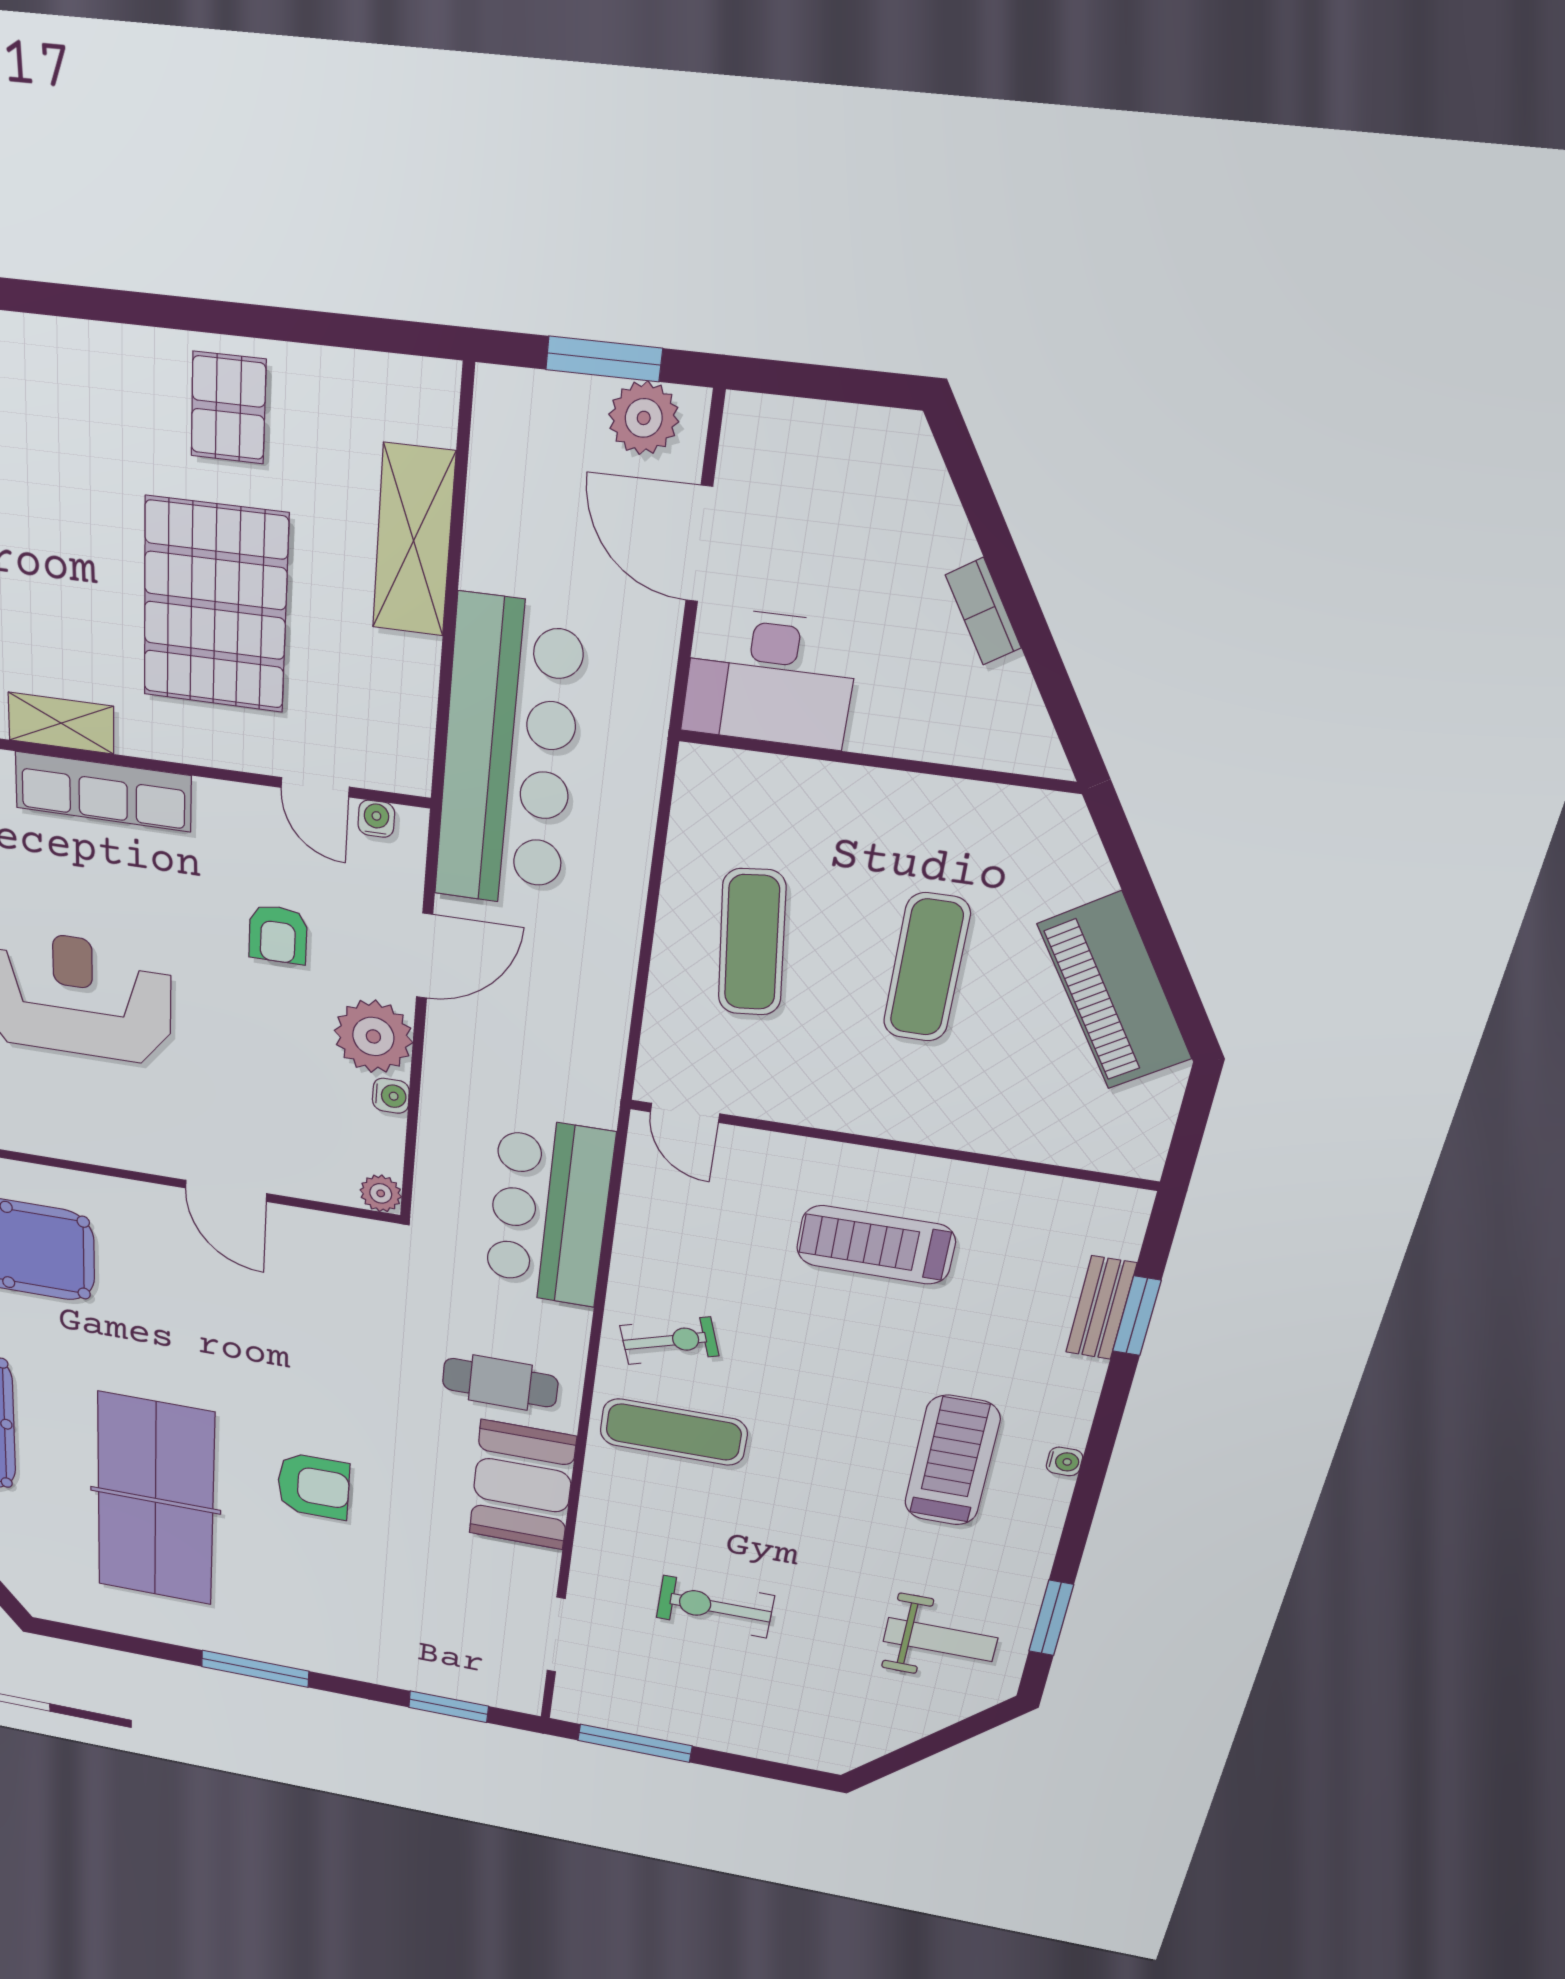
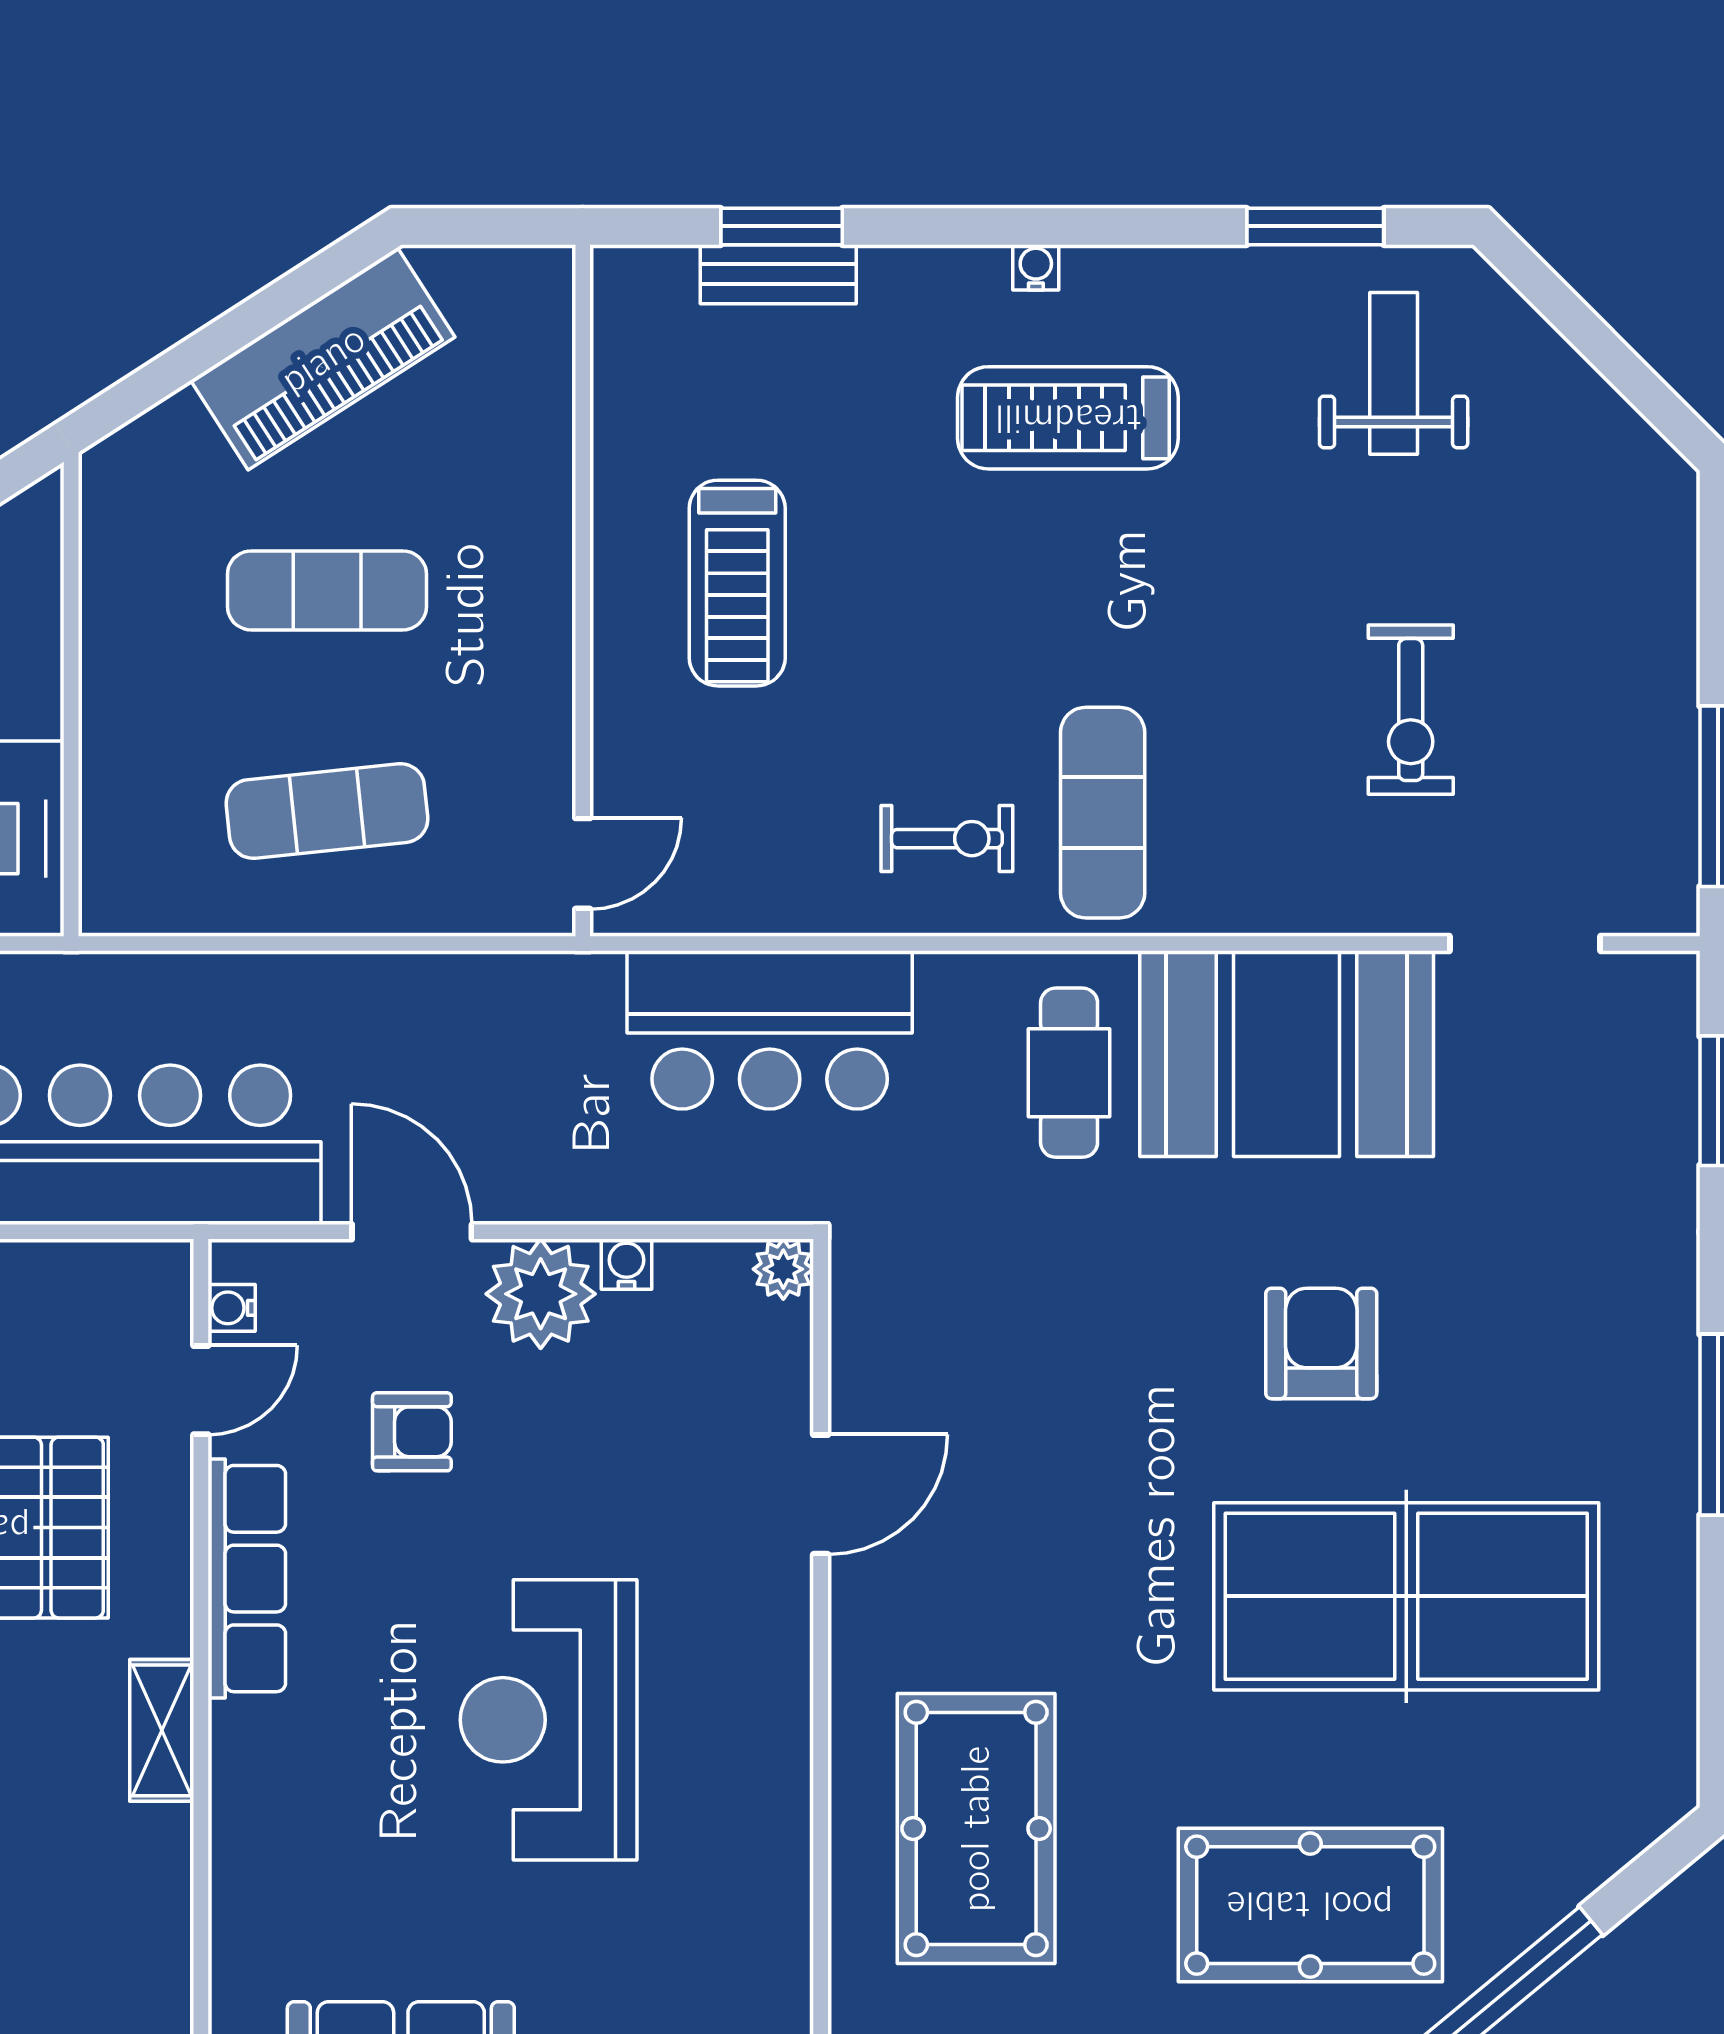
row of seats: (103, 792) -> (247, 1579), moved
exercise bike: (669, 1341) -> (947, 839), turned 108
booth: (522, 1485) -> (1287, 1054), width x1.36, depth x1.42

